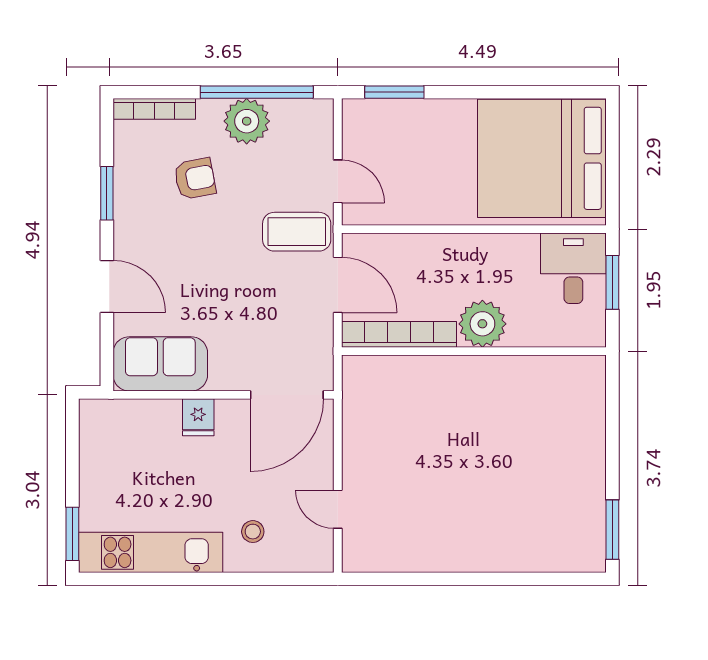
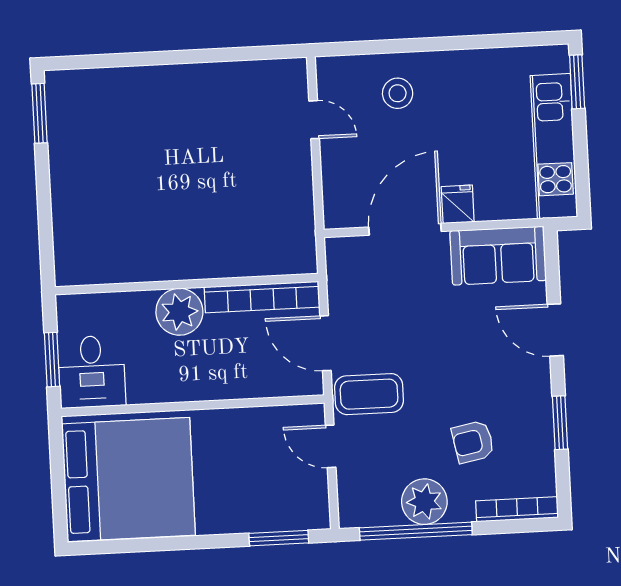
door: (287, 395) -> (405, 229), moved
stool: (253, 532) -> (398, 93), width x1.37, depth x1.37
kitchen unit: (151, 552) -> (554, 146), moved, turned 90

